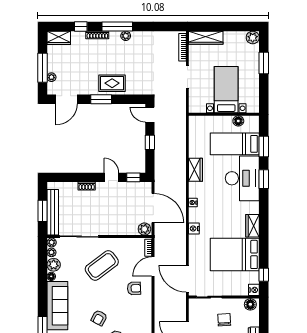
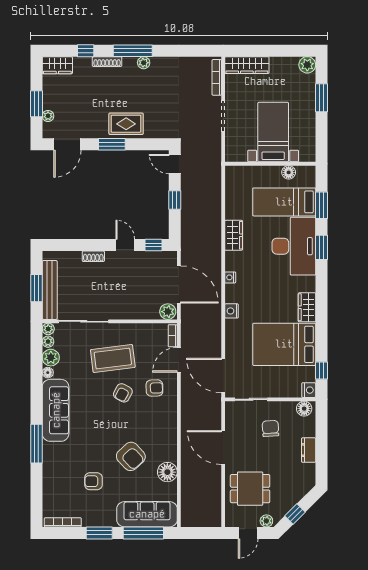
window: (42, 68) -> (36, 104), width x0.69
coffee table: (102, 265) -> (113, 359), turned 30
armchair: (99, 318) -> (123, 393), moved

